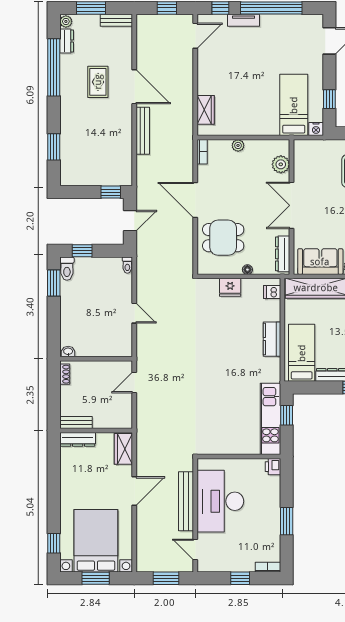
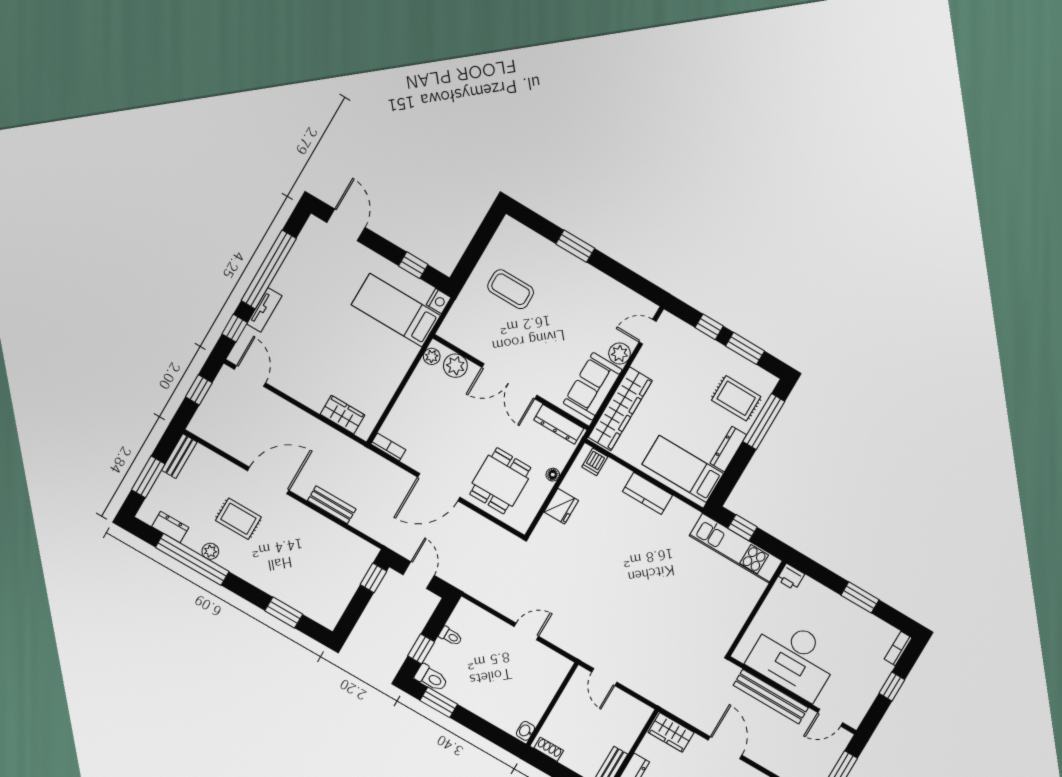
plant: (66, 21) -> (210, 551), moved
bench: (143, 131) -> (332, 505), width x0.73
plant: (238, 145) -> (432, 356), moved
toilet: (127, 265) -> (451, 636), moved

